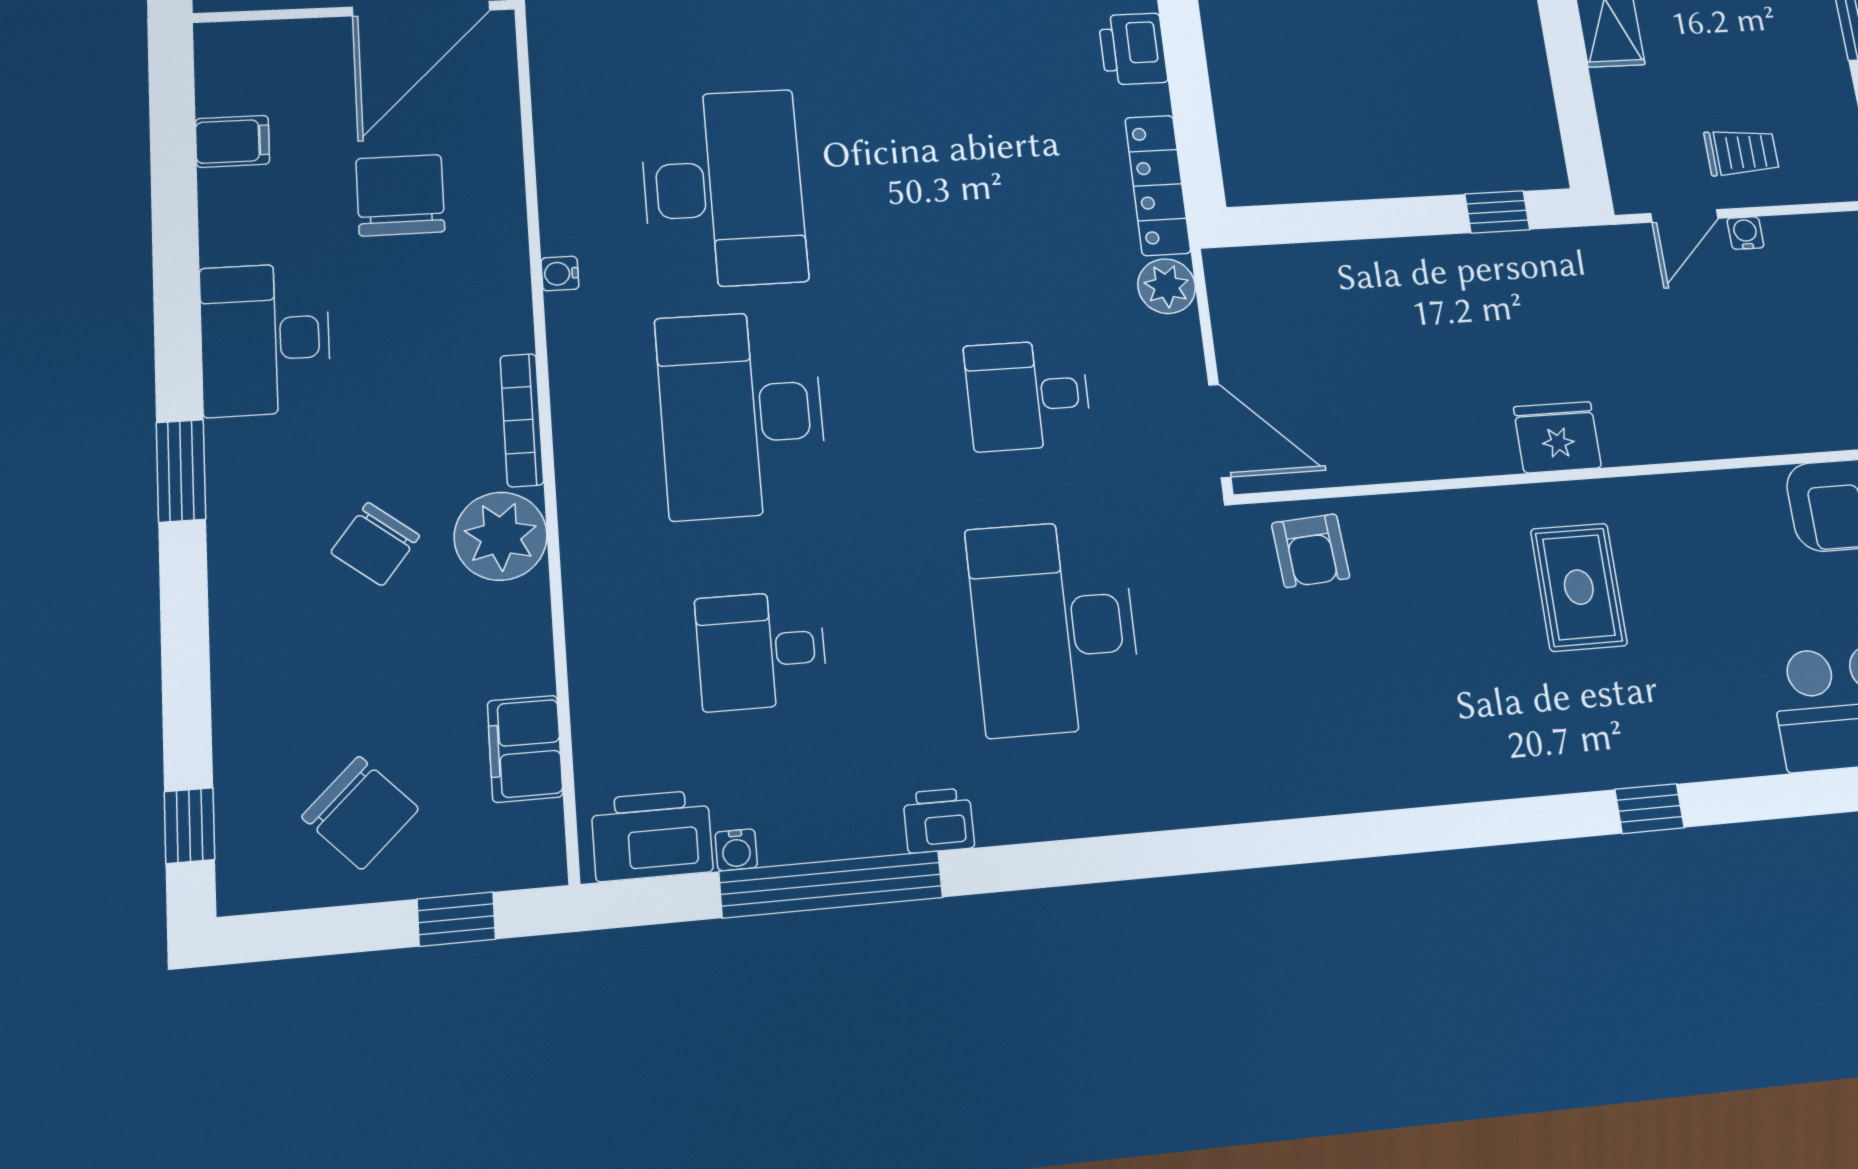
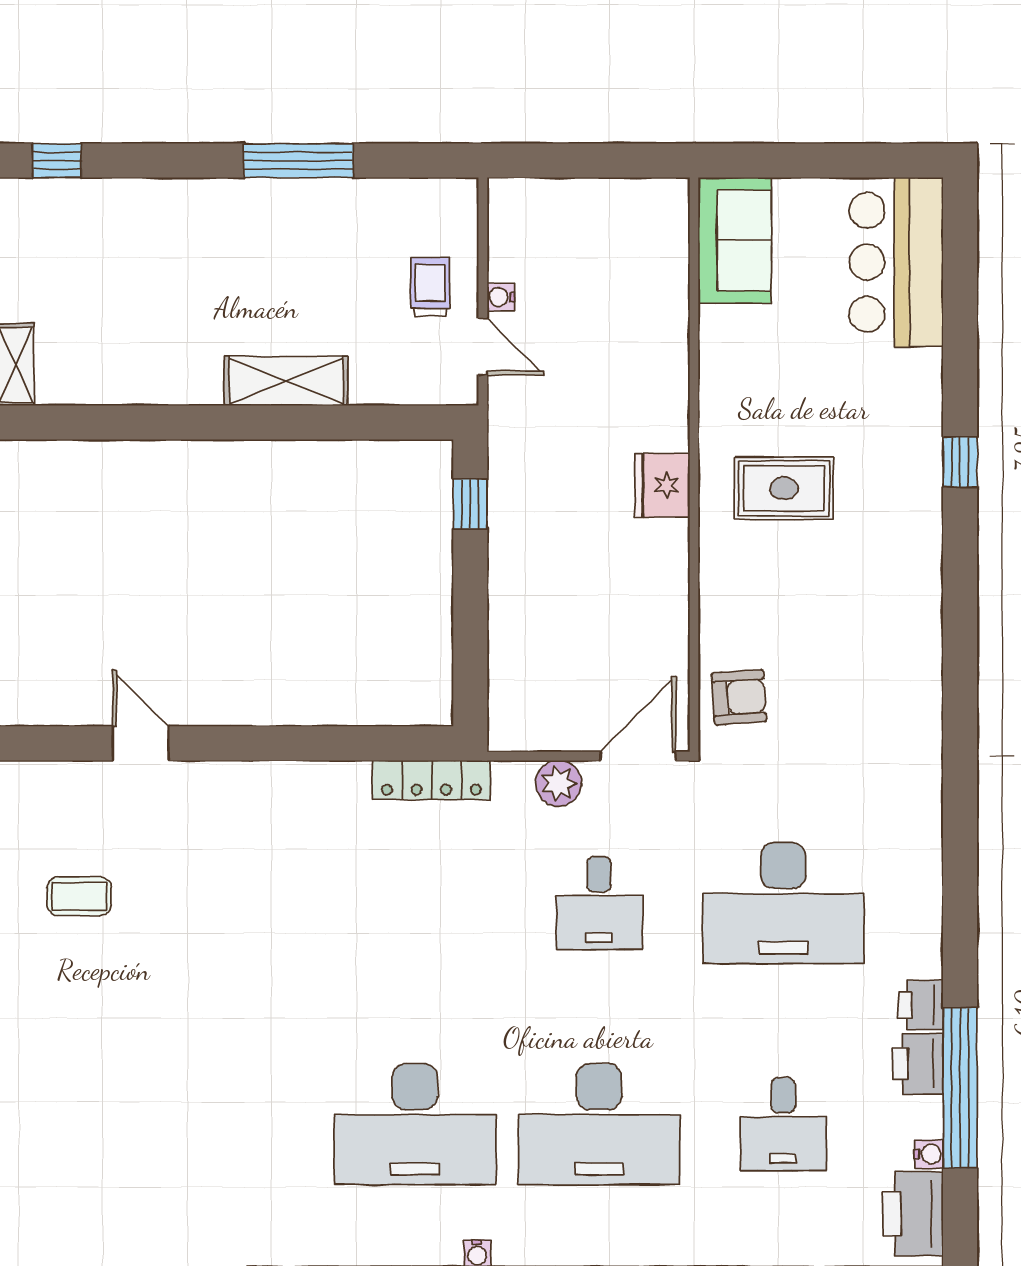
printer: (1133, 49) -> (918, 1064), moved, turned 90
desk: (723, 189) -> (415, 1124), turned 180
plant: (1167, 286) -> (559, 783), moved

